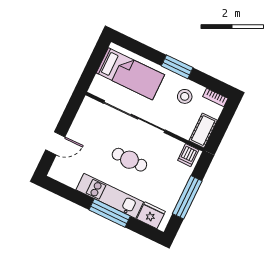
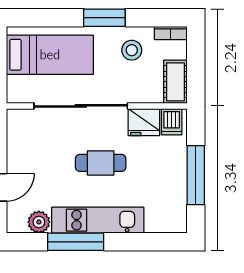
plant: (71, 179) -> (39, 222), added
window: (110, 213) -> (76, 242), moved
fridge: (151, 215) -> (144, 122), moved, turned 180

